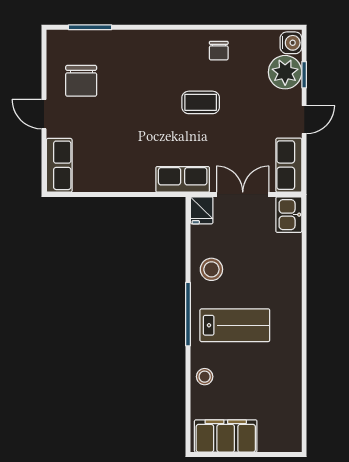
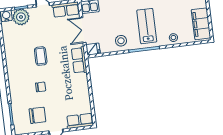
chair: (219, 51) -> (41, 87), moved

